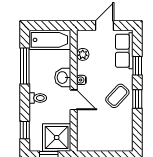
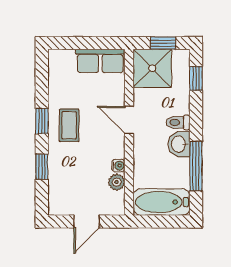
row of seats: (124, 51) -> (100, 61), moved, turned 90
washbasin: (63, 78) -> (179, 144), moved, turned 180
water cooler: (81, 80) -> (118, 166), moved
coffee table: (117, 96) -> (69, 125), turned -43

